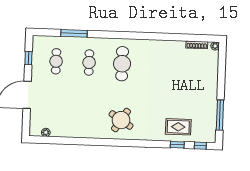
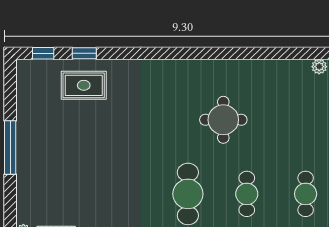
window: (220, 115) -> (10, 147), moved
round table: (121, 120) -> (223, 120), moved, turned -33

